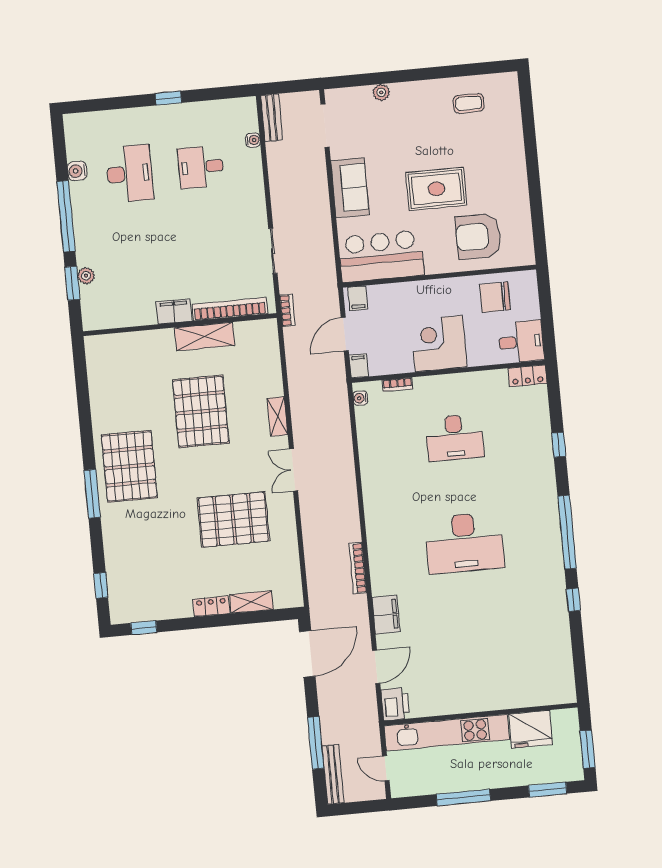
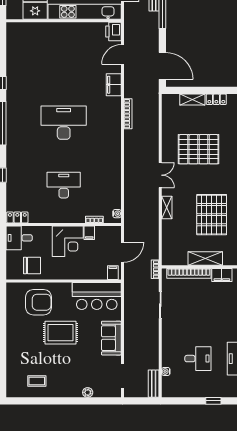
filing cabinet: (359, 366) -> (89, 233), moved
door: (307, 654) -> (162, 66), swing flipped

